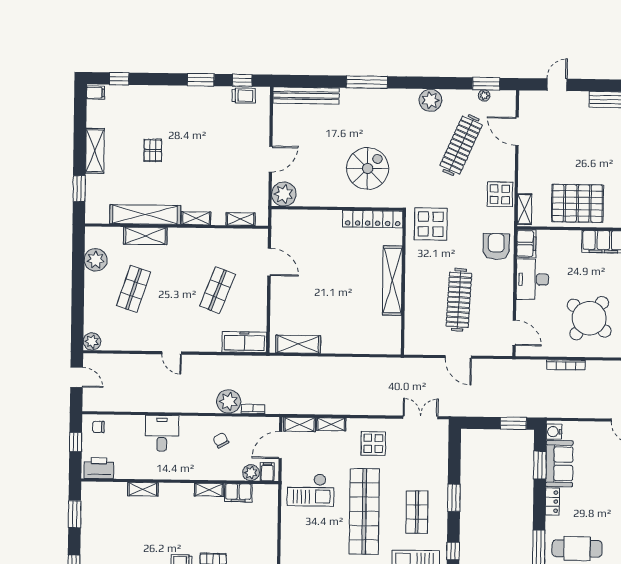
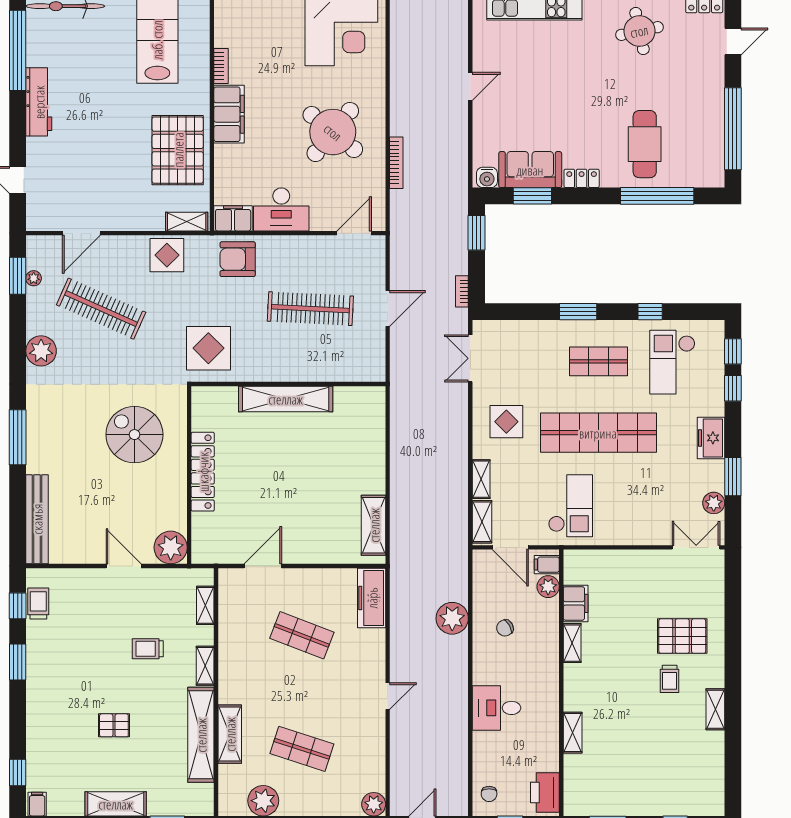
trolley: (209, 176) -> (148, 649), added
locker: (373, 219) -> (203, 472), moved
bookcase: (253, 409) -> (462, 291), moved

